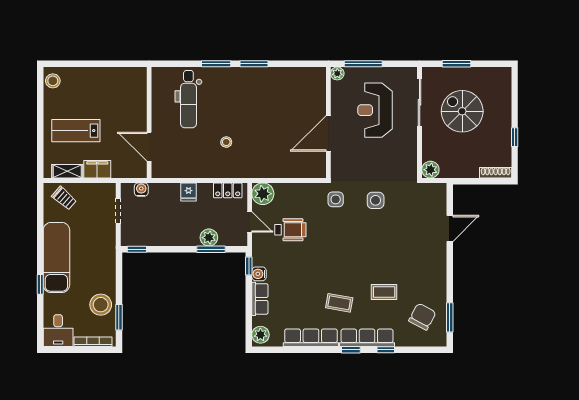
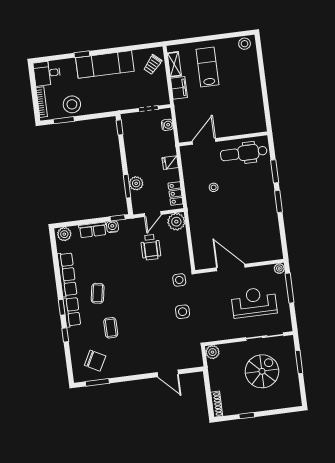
wall: (149, 123) -> (223, 139), moved
door: (149, 147) -> (204, 141), moved
row of seats: (367, 338) -> (72, 312), width x0.68

